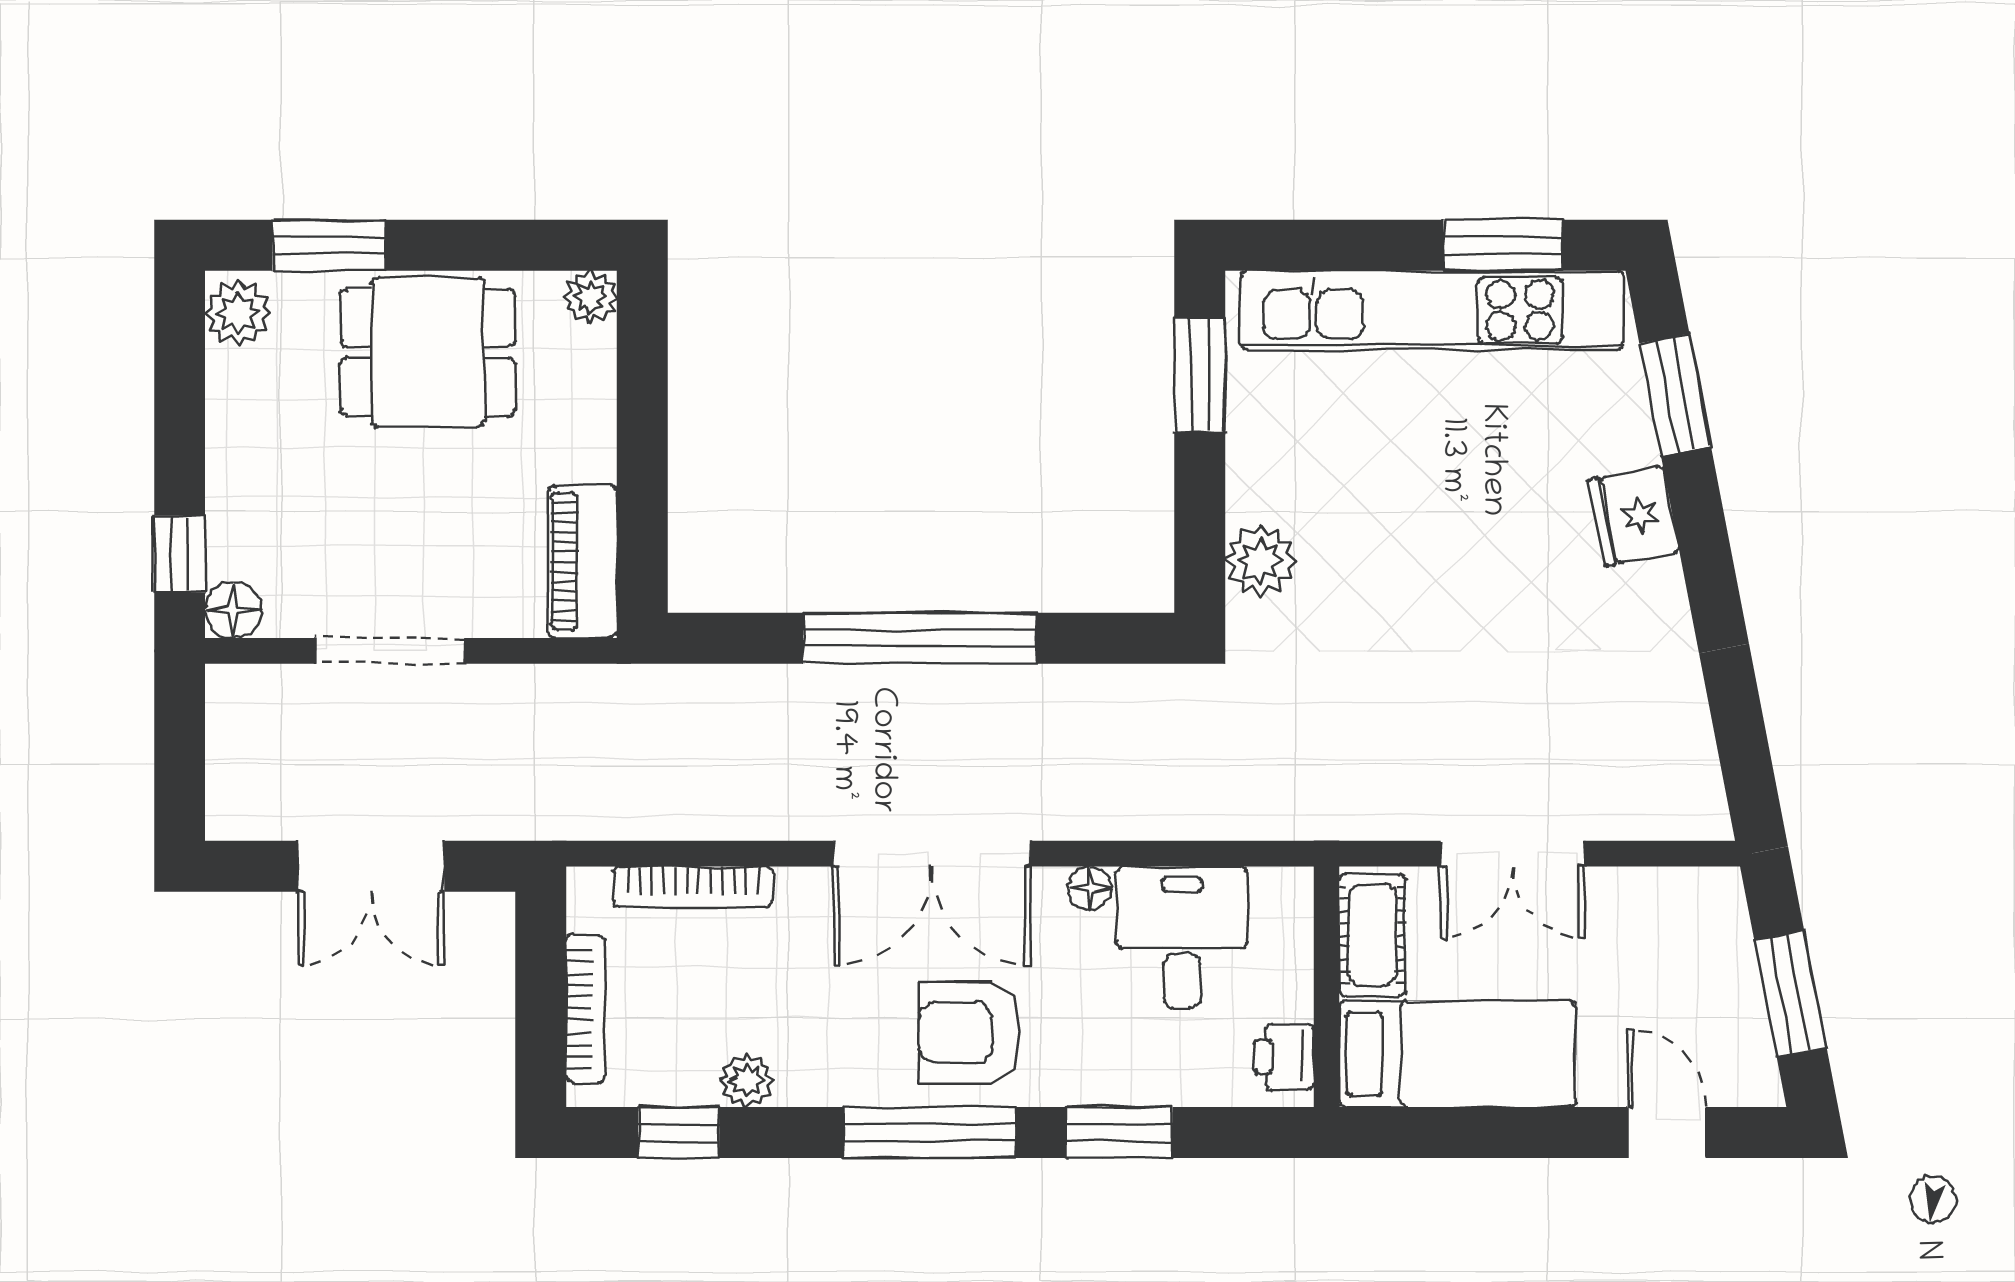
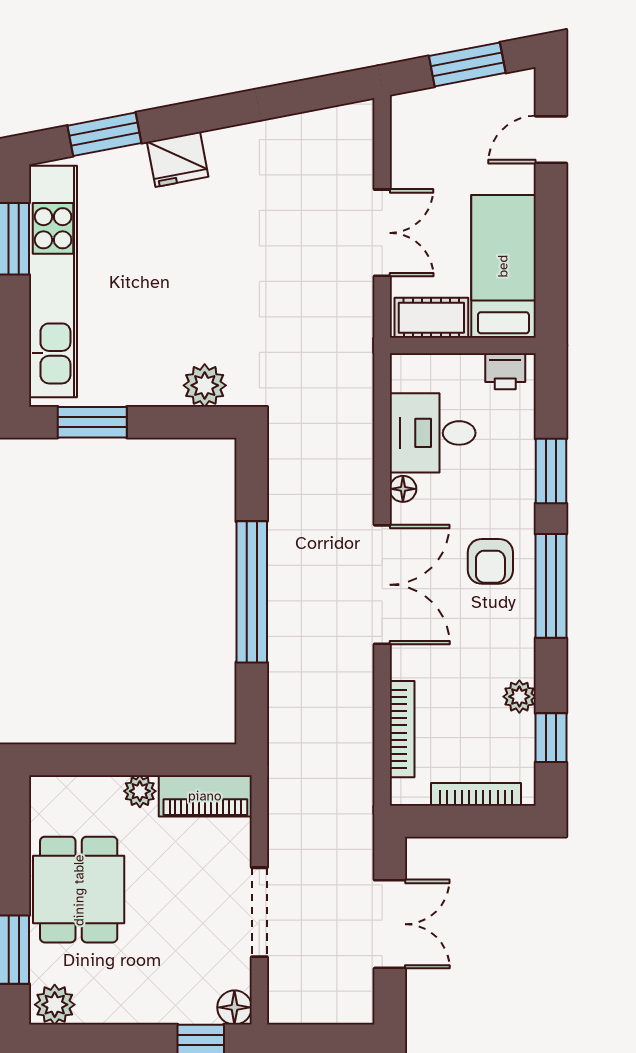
plant: (590, 297) -> (140, 791), moved
armchair: (970, 1032) -> (490, 561), width x0.72, depth x0.72

